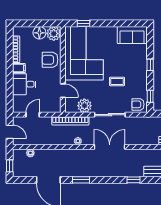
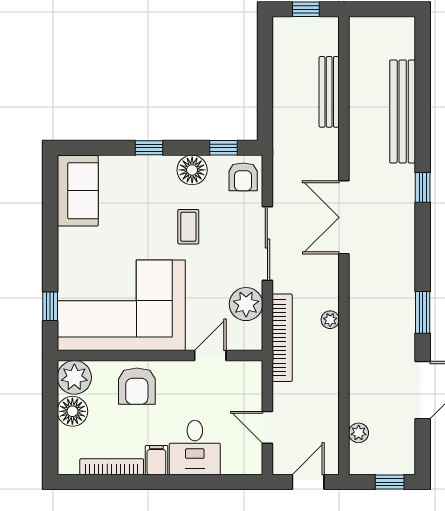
floor lamp: (141, 83) -> (192, 170), added
double door: (110, 147) -> (344, 217), moved

